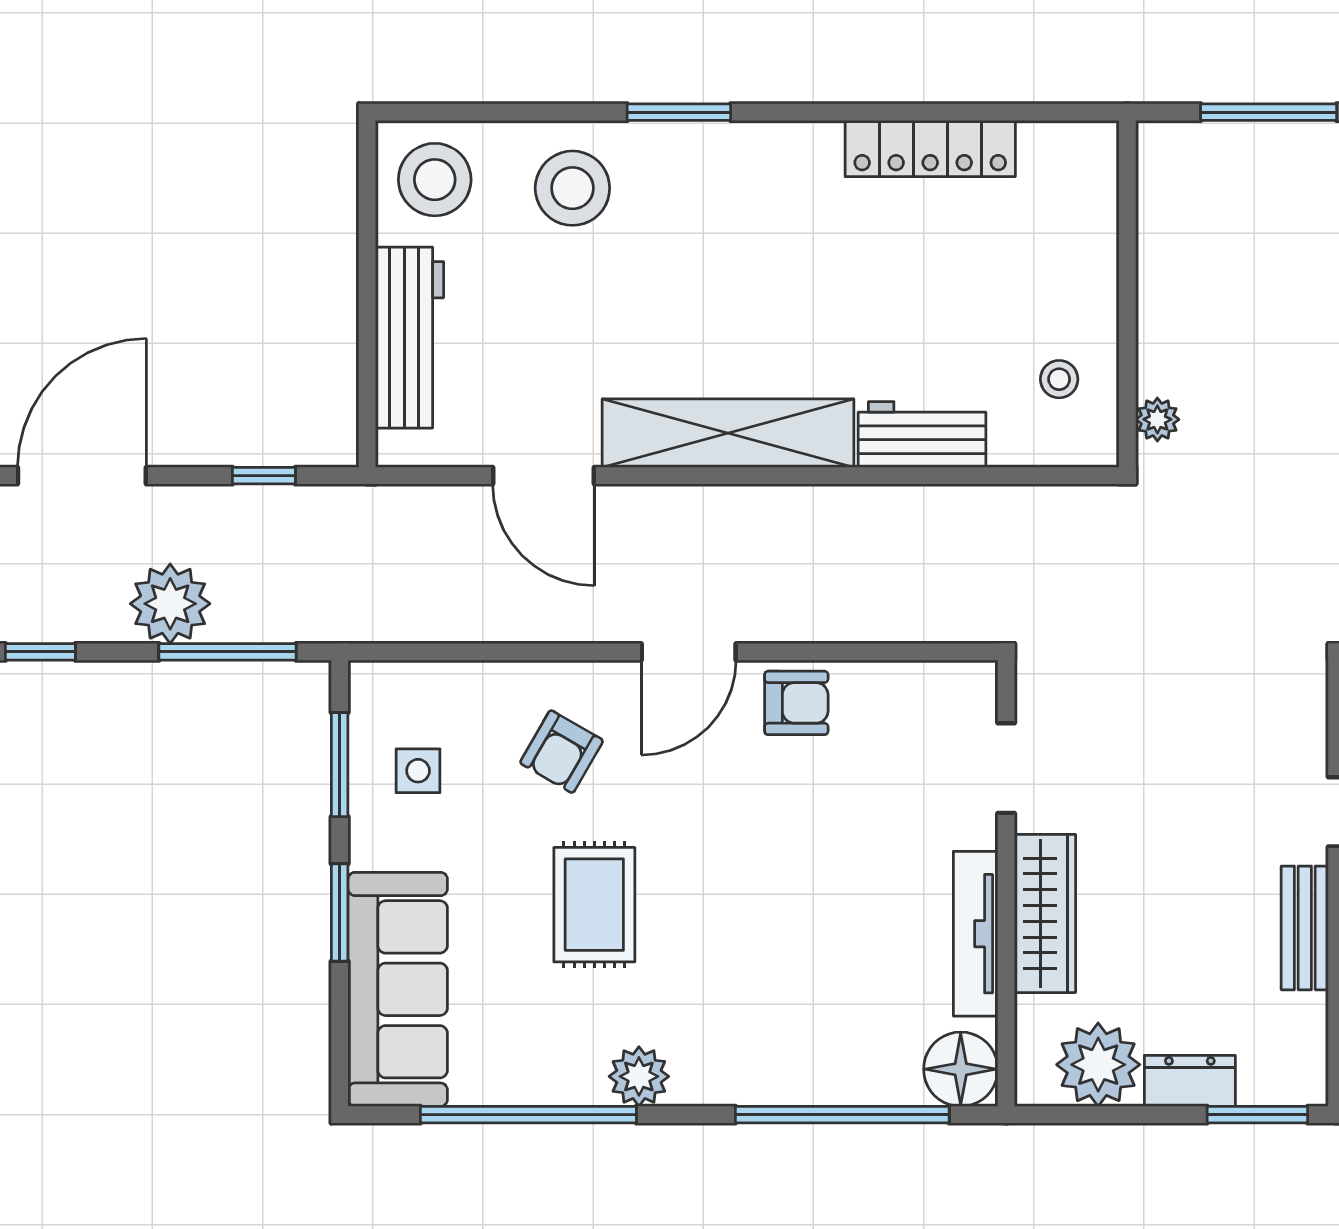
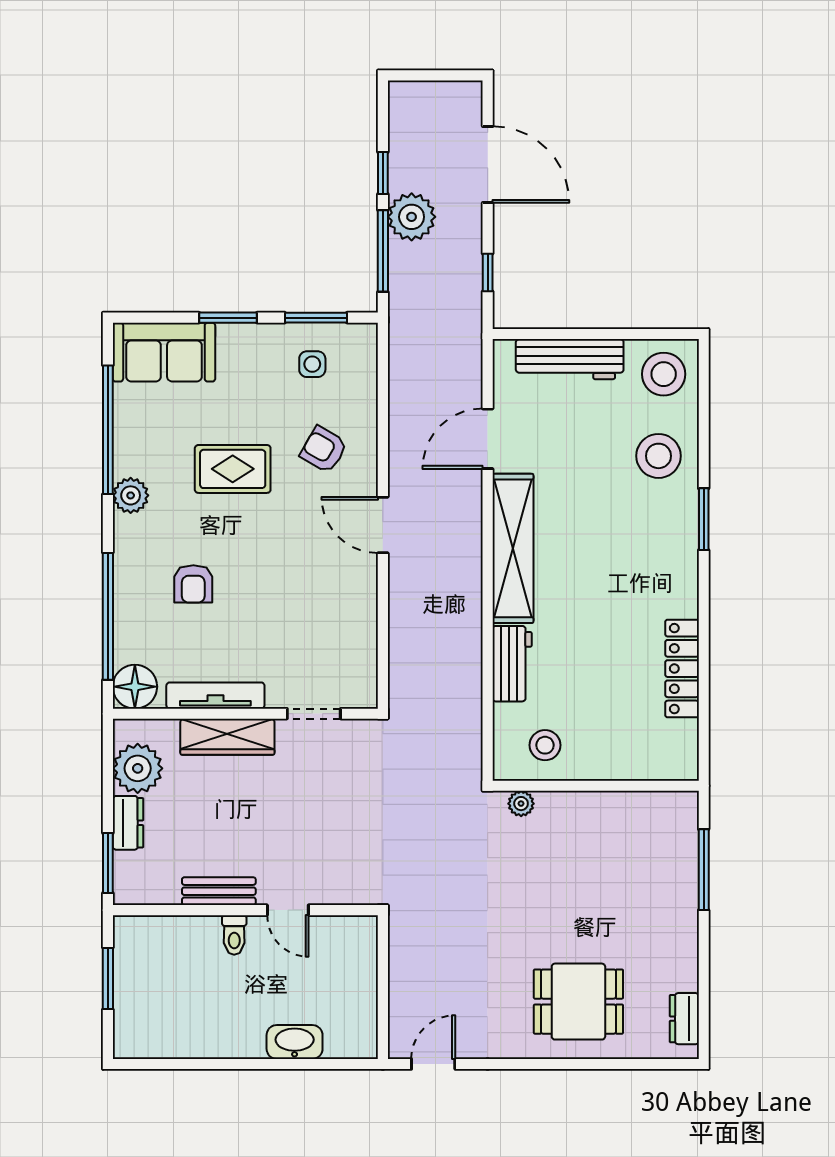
stool: (1059, 379) -> (545, 745), width x1.37, depth x1.37
window: (40, 652) -> (383, 173), moved
armchair: (796, 703) -> (193, 584), moved
sofa: (398, 989) -> (164, 352), width x0.73

